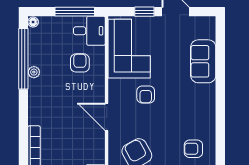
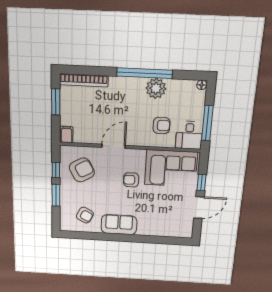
window: (23, 59) -> (145, 73), moved
sofa: (203, 61) -> (119, 225), moved
plant: (34, 72) -> (156, 88), width x1.88, depth x1.88
armchair: (193, 149) -> (85, 215), turned 117

